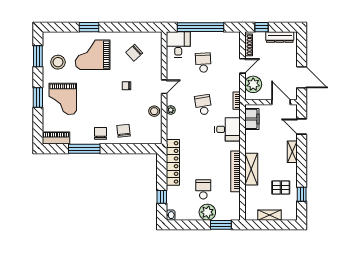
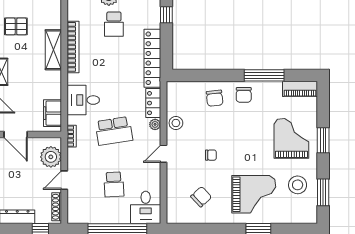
school desk: (203, 105) -> (114, 131), width x1.85
locker: (172, 127) -> (153, 103), added

